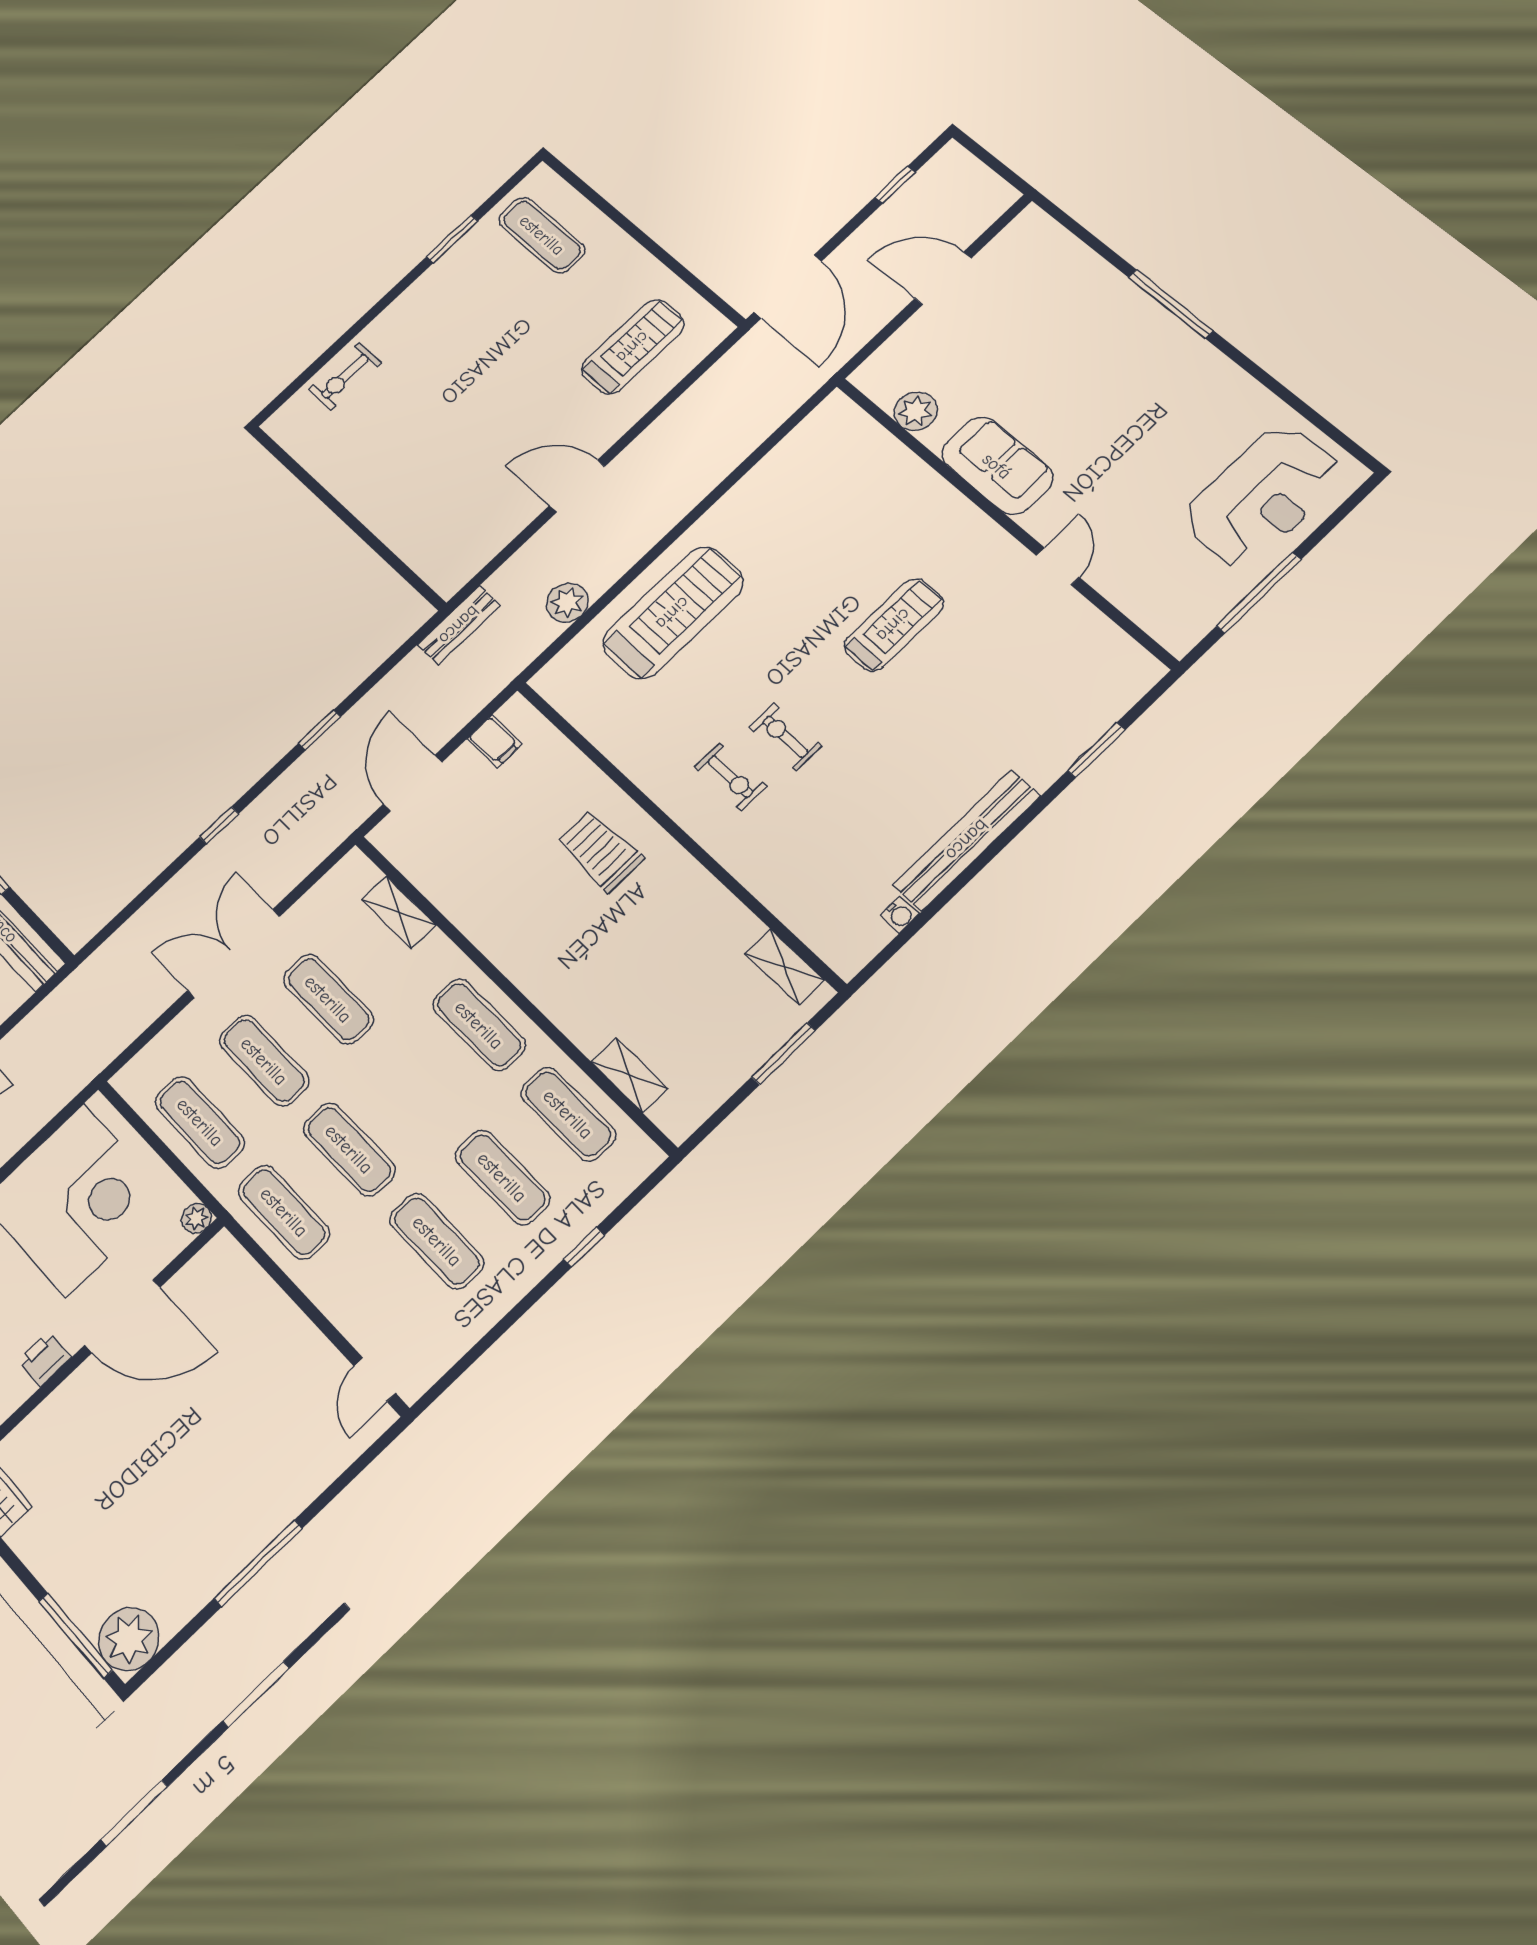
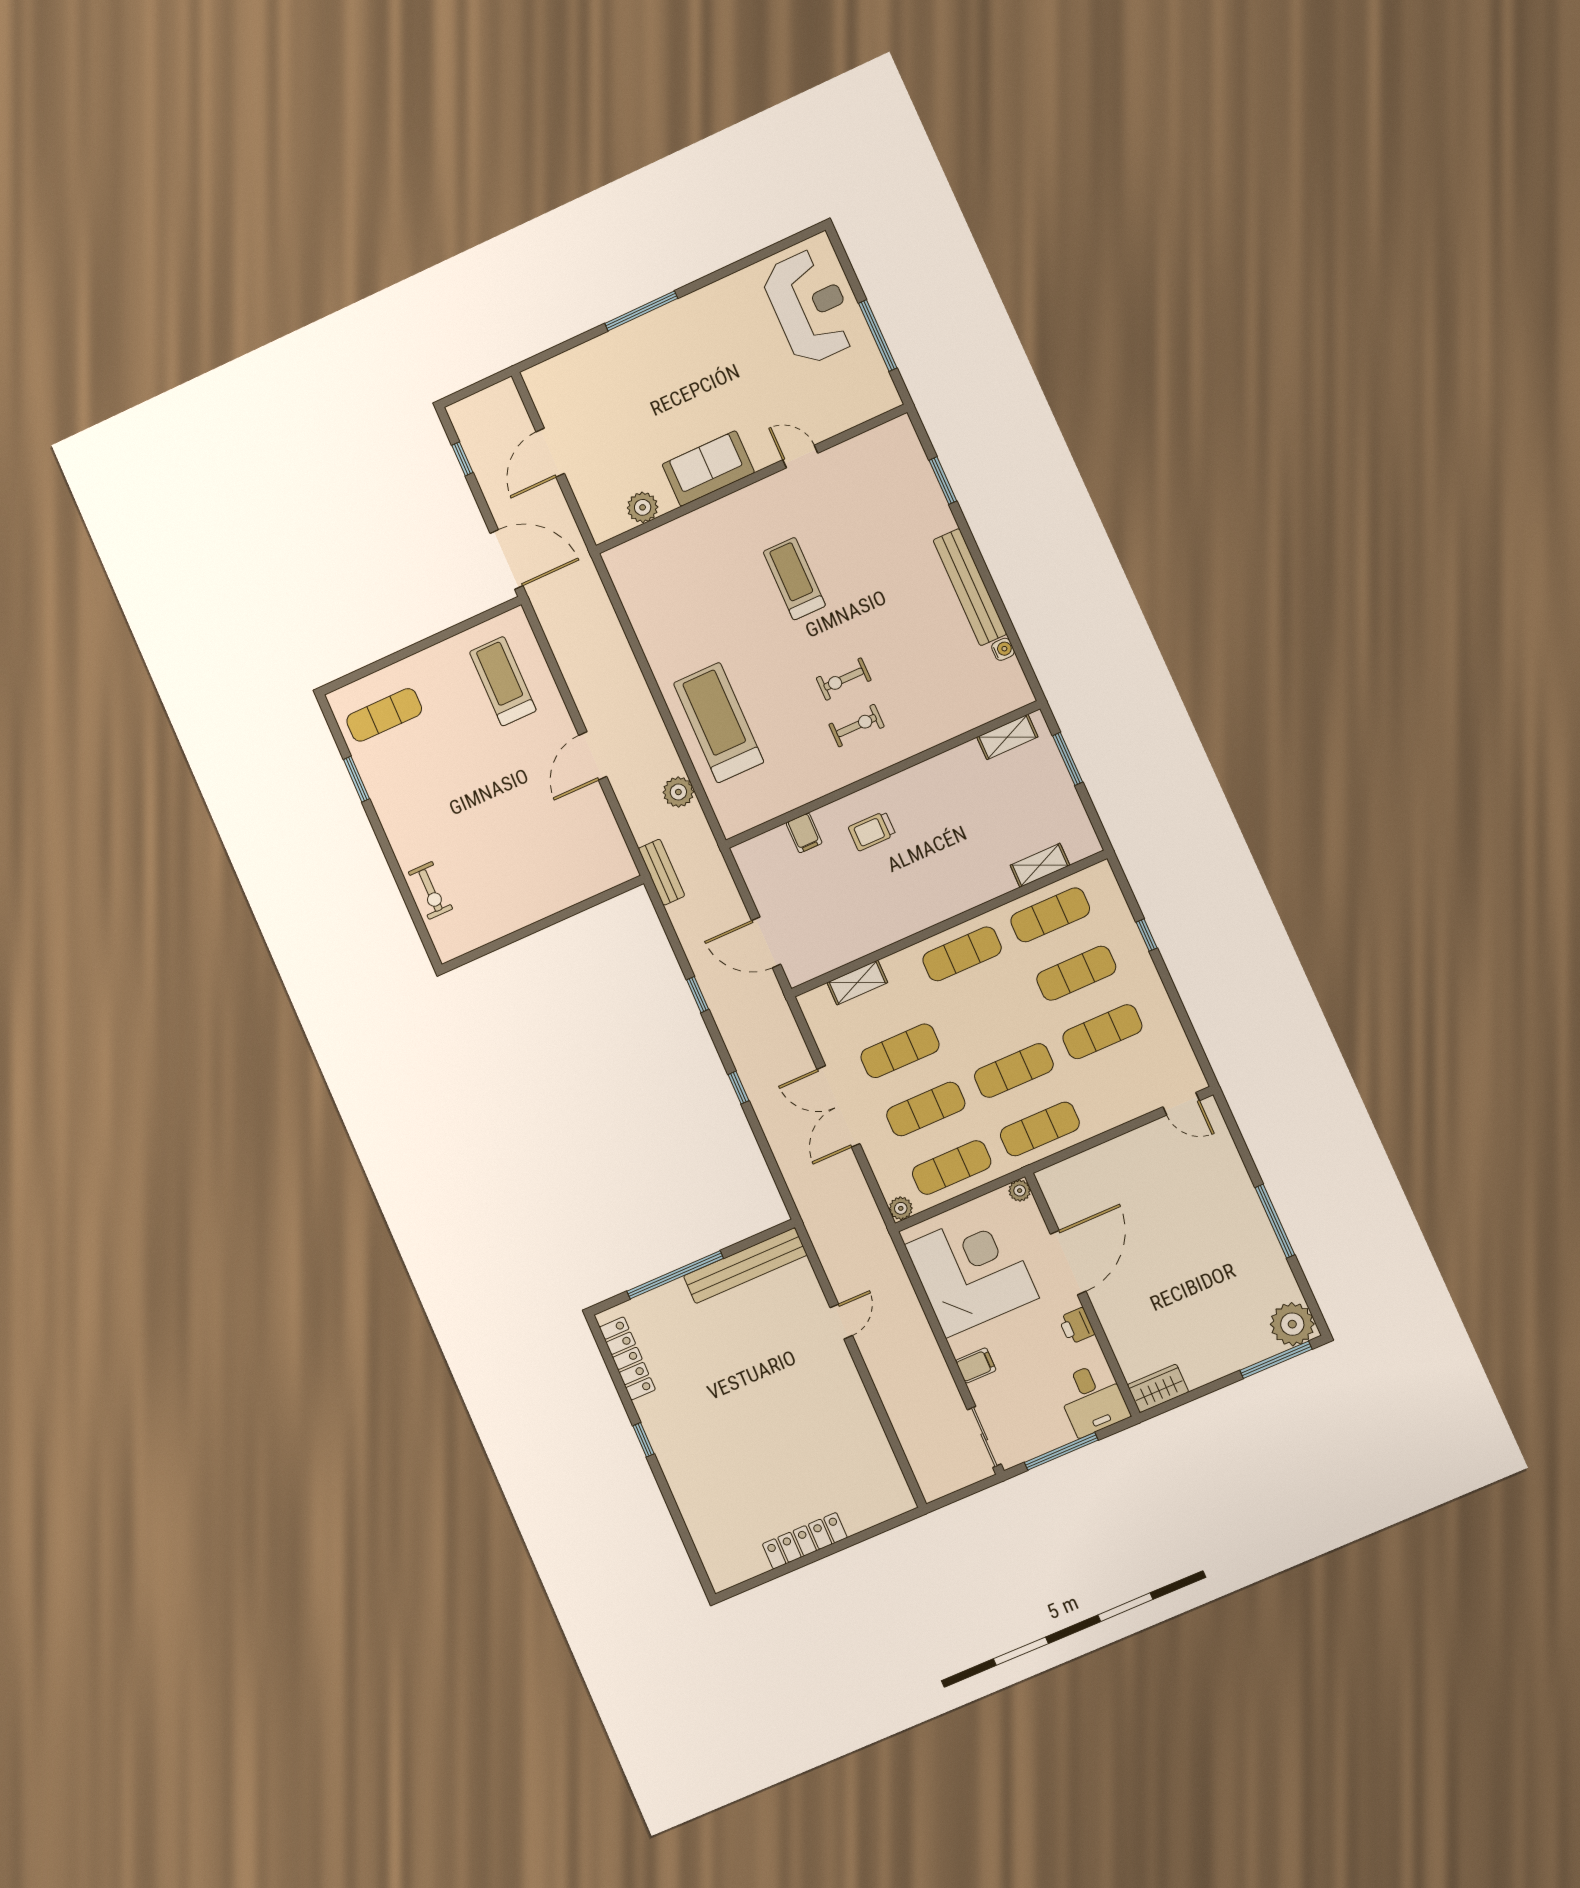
filing cabinet: (495, 741) -> (804, 833), moved, turned 90
trolley: (600, 851) -> (872, 831), width x0.73, depth x0.72
plant: (128, 1081) -> (901, 1208), added

